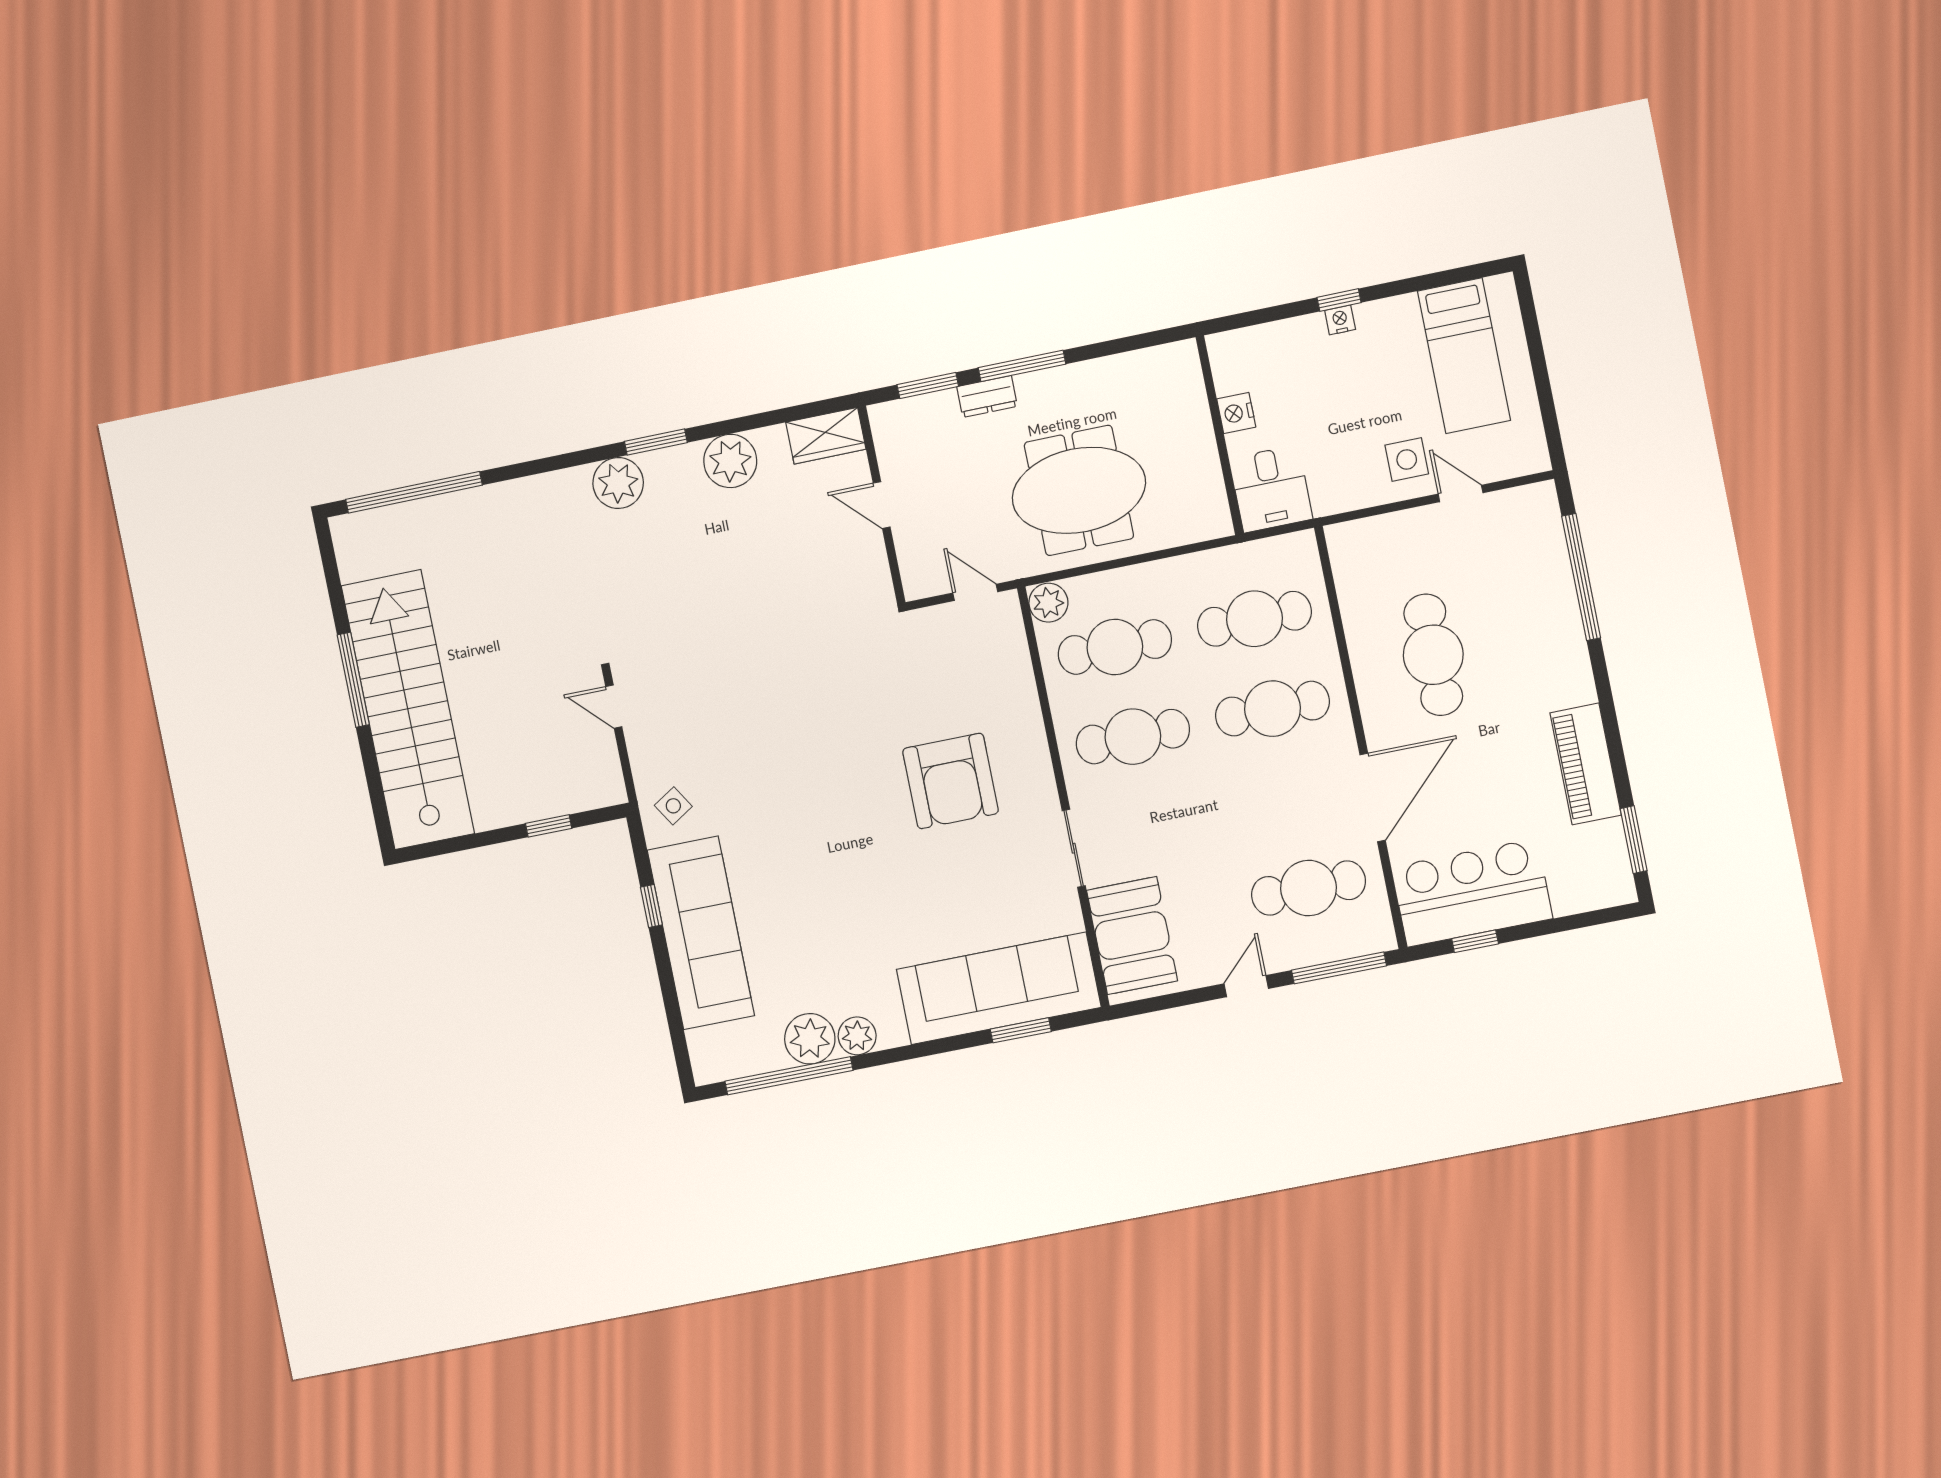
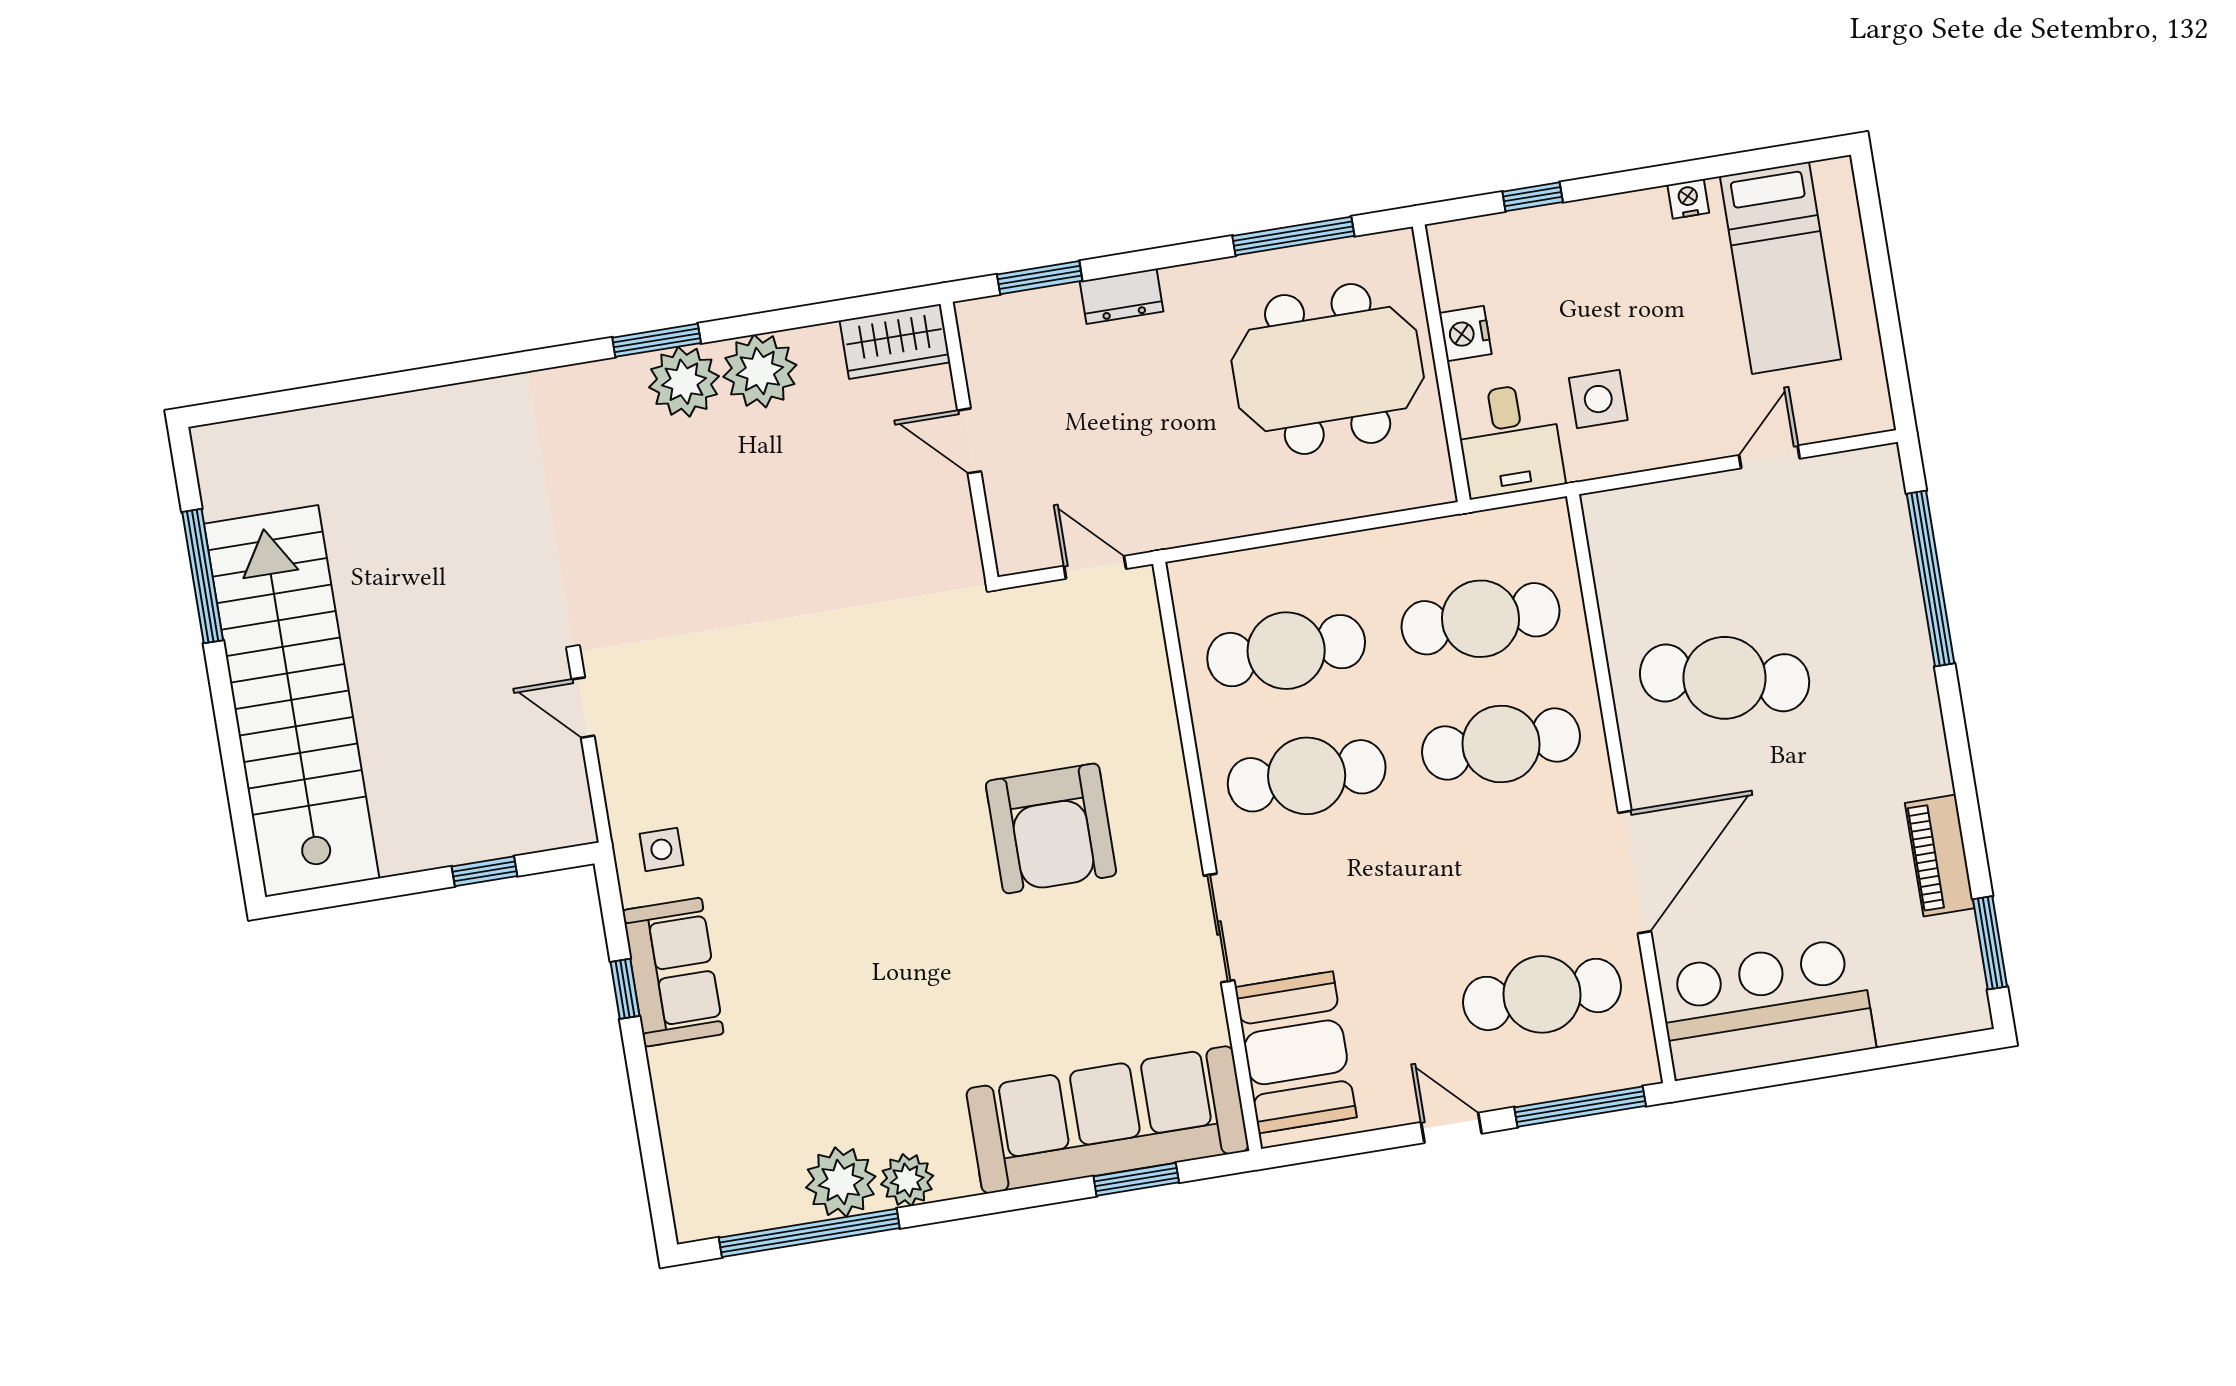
window: (1339, 300) -> (1533, 197), moved
nightstand: (1340, 320) -> (1688, 199), moved
window: (1022, 366) -> (1293, 236), moved
side table: (1407, 459) -> (1598, 399), moved
plant: (618, 483) -> (684, 382), moved
meeting table: (1079, 490) -> (1328, 369), moved
window: (414, 492) -> (312, 397), removed
door: (1461, 493) -> (1769, 457), hinge flipped
plant: (1048, 603) -> (1196, 586), removed
cafe table: (1433, 655) -> (1725, 678), turned -76
window: (353, 680) -> (203, 576), moved
piano: (1586, 764) -> (1940, 856), width x0.73, depth x0.75
side table: (673, 806) -> (661, 849), turned 32
sofa: (701, 933) -> (673, 972), width x0.54, depth x0.79
window: (1475, 941) -> (1769, 1076), removed
door: (1246, 986) -> (1451, 1128), hinge flipped

